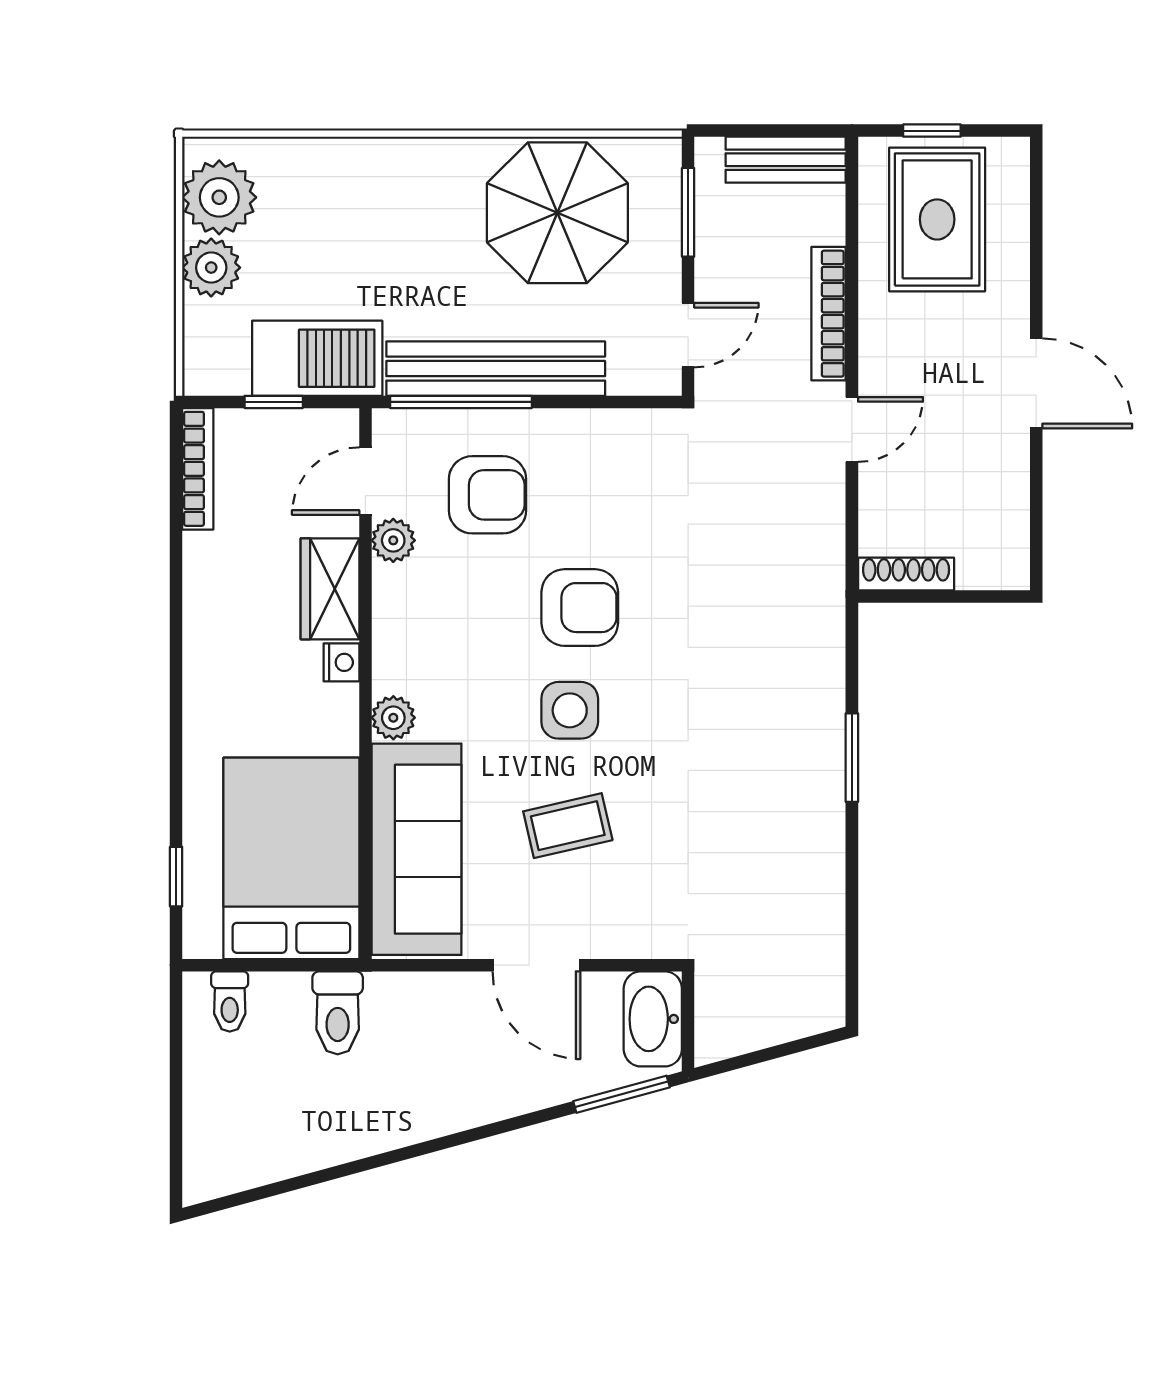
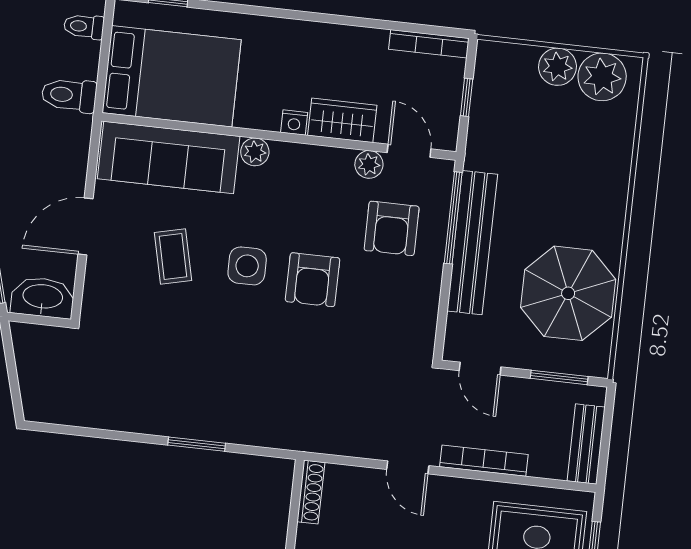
barbecue: (317, 358) -> (492, 128), removed

